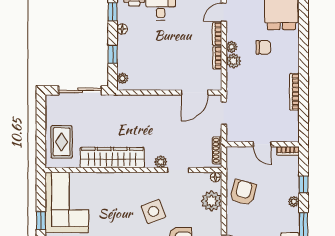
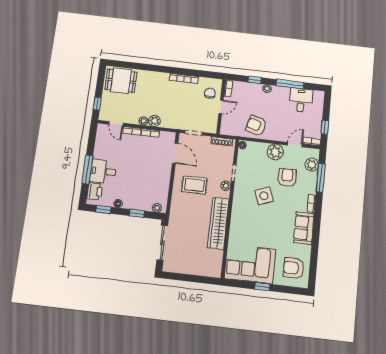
chair: (263, 47) -> (210, 93), moved
rug: (62, 142) -> (194, 185), moved
plant: (211, 201) -> (275, 152), moved

